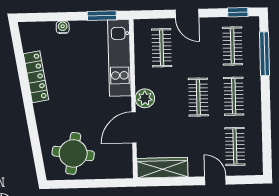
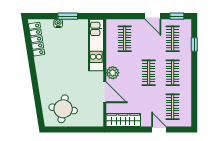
door: (187, 14) -> (153, 16), moved
window: (102, 16) -> (68, 16), moved
window: (265, 54) -> (194, 44), width x0.46
locker: (36, 77) -> (37, 39), moved
door: (134, 127) -> (105, 92), swing flipped

